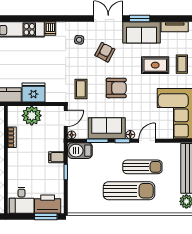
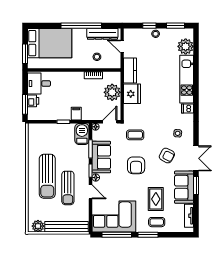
door: (66, 118) -> (110, 122), swing flipped
printer: (48, 204) -> (33, 101), width x0.53, depth x0.68

